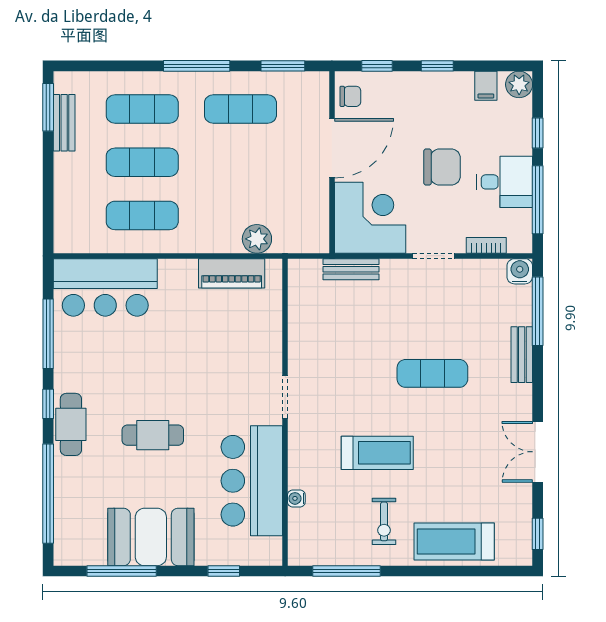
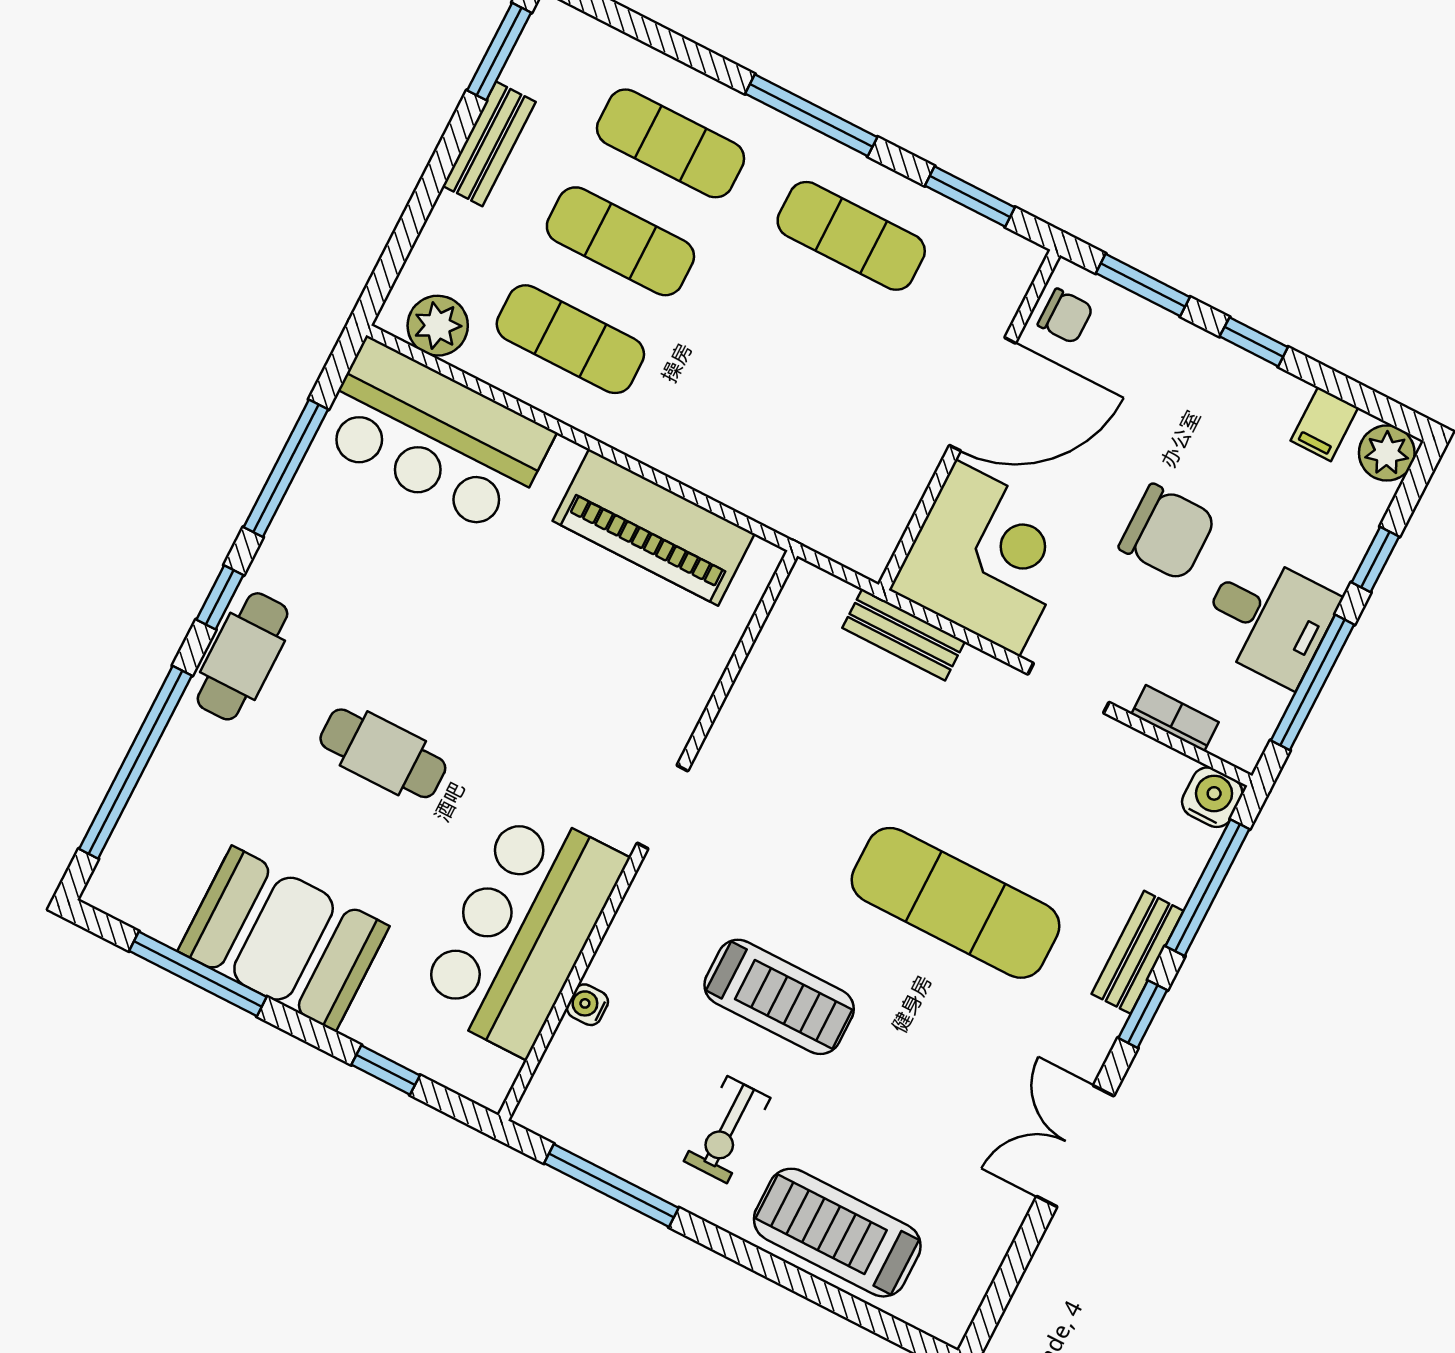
window: (377, 66) -> (1143, 285), width x1.50
bench: (64, 123) -> (489, 144), moved
plant: (257, 239) -> (438, 326), moved
piano: (232, 273) -> (654, 527), width x1.37, depth x1.33
exercise mat: (432, 373) -> (956, 903), width x1.36, depth x1.45
window: (538, 534) -> (1143, 1014), moved

